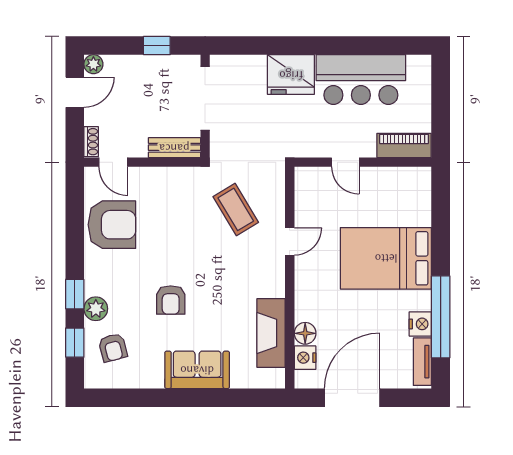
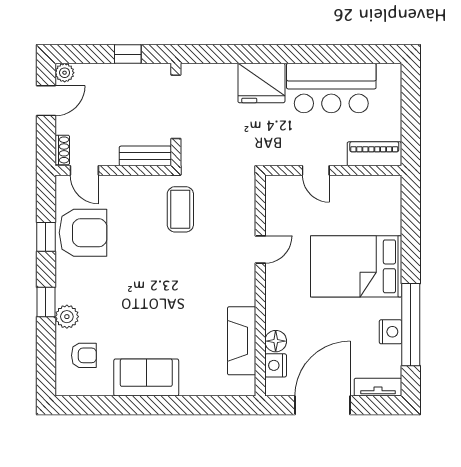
coffee table: (236, 209) -> (180, 209), moved, turned 31
armchair: (171, 300) -> (142, 308), removed
window: (75, 343) -> (46, 237), moved
armchair: (113, 348) -> (84, 355), turned -75
tv unit: (422, 362) -> (378, 387), moved, turned 90
sofa: (197, 370) -> (146, 378), moved

